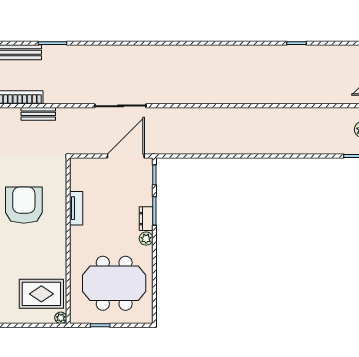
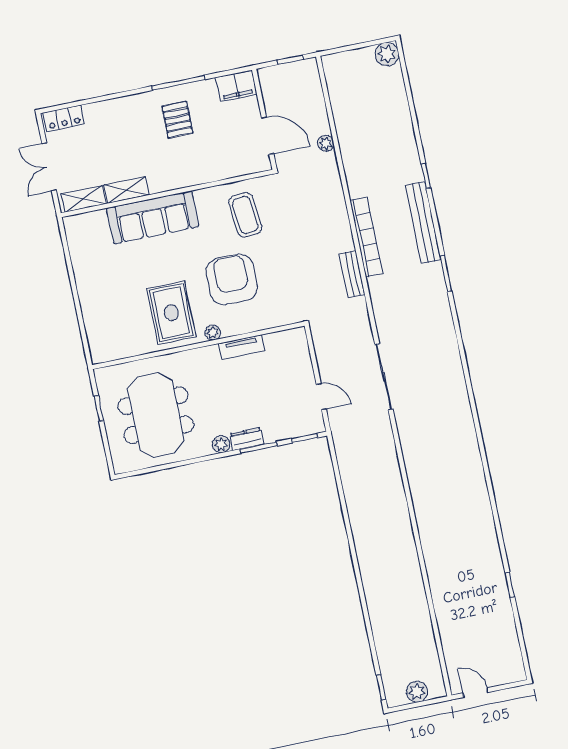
door: (126, 156) -> (321, 397), width x0.53
armchair: (24, 205) -> (232, 280), turned -90
rug: (41, 294) -> (171, 313), moved
plant: (61, 318) -> (213, 333), moved

